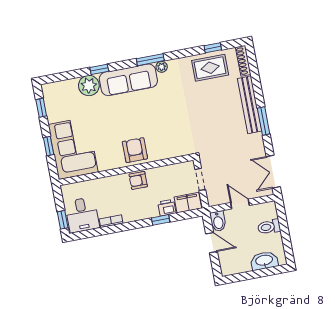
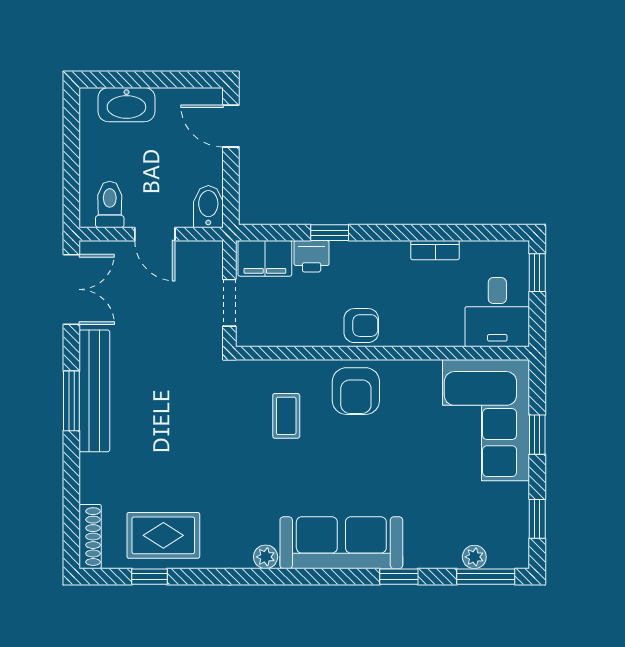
window: (150, 60) -> (486, 577), moved
plant: (89, 86) -> (474, 557), moved, width x0.53, depth x0.53
bench: (250, 105) -> (94, 391), moved
coffee table: (164, 133) -> (286, 416), added
desk: (82, 215) -> (497, 312), moved, turned 180
toilet: (269, 227) -> (110, 205), moved, turned -90
door: (212, 243) -> (231, 126), moved

